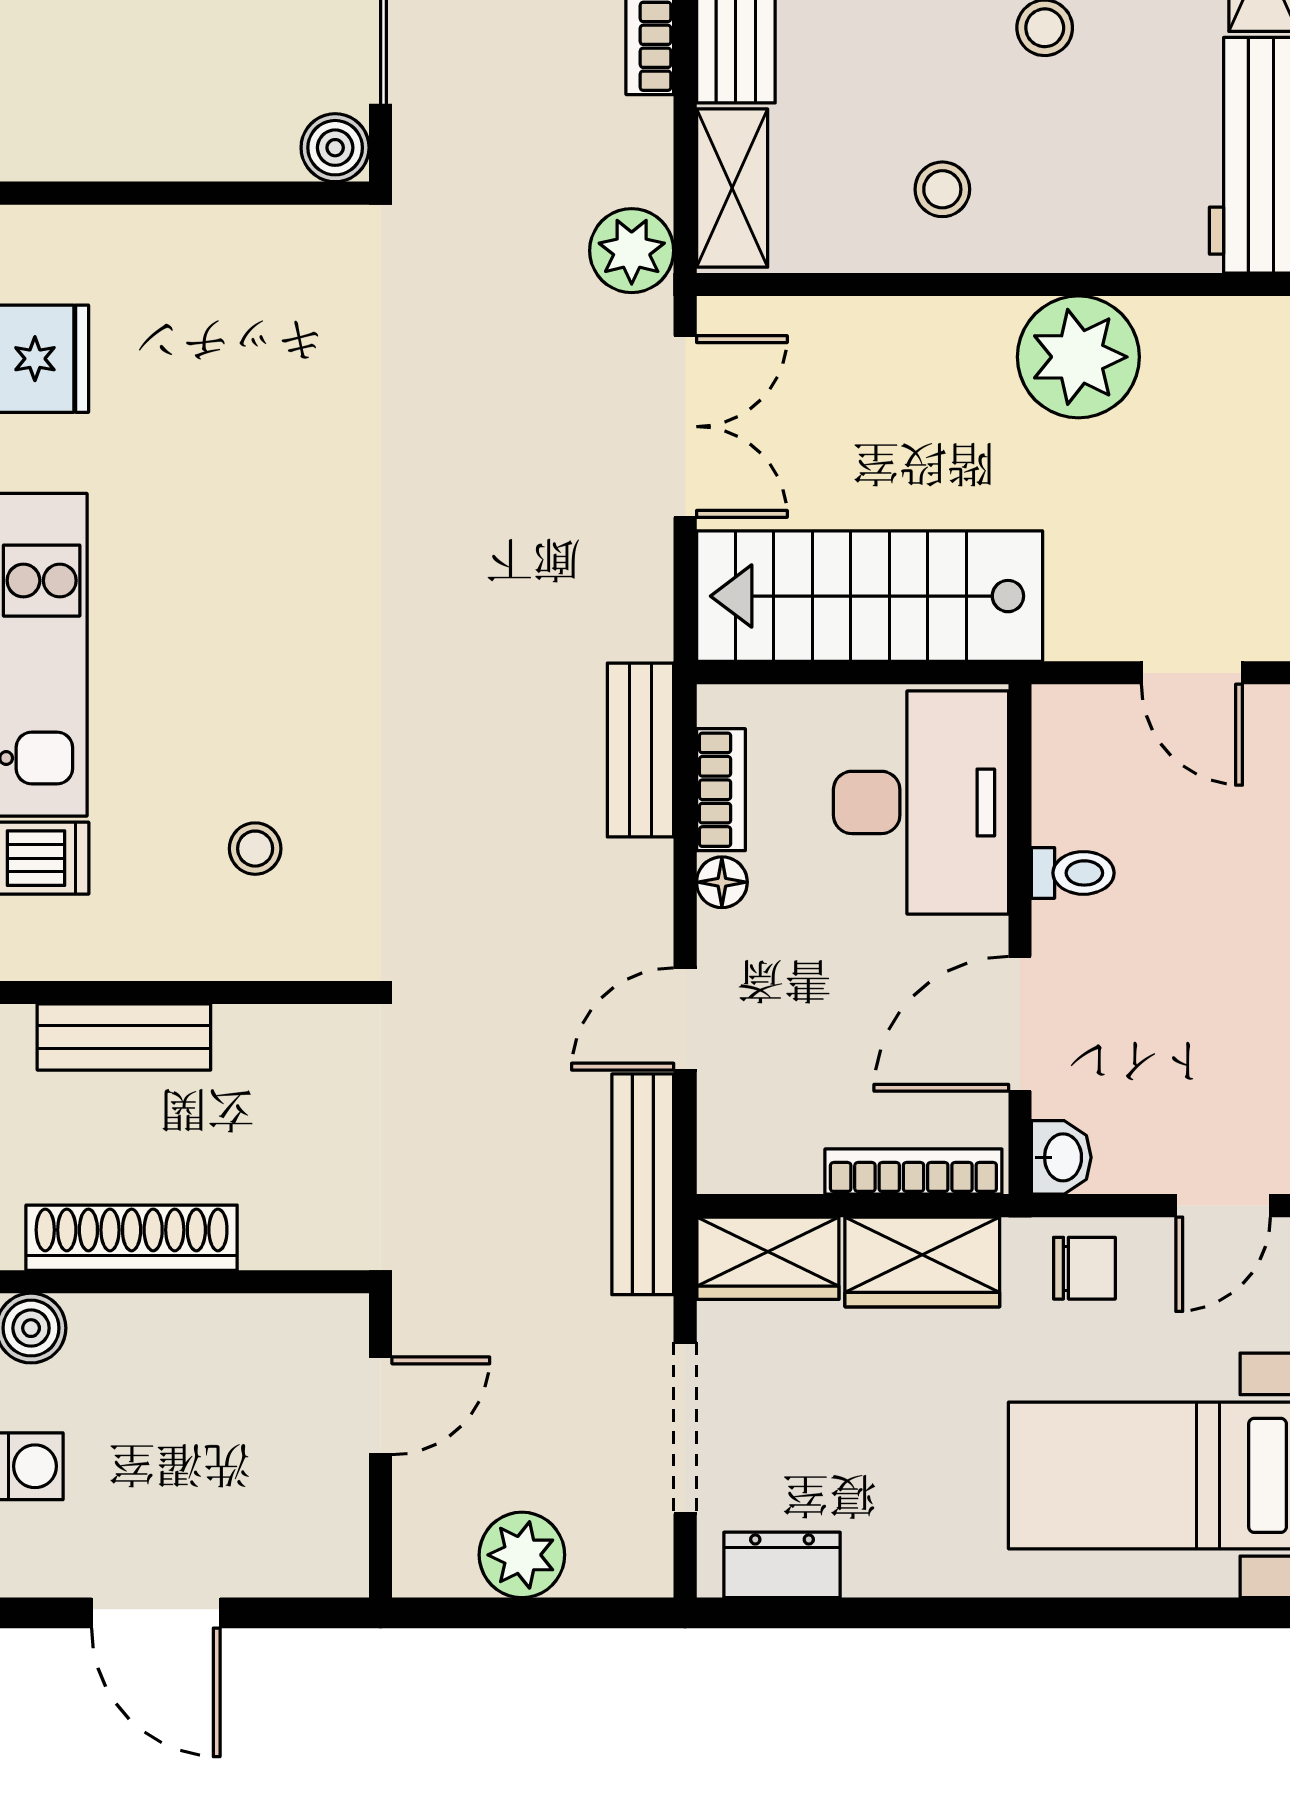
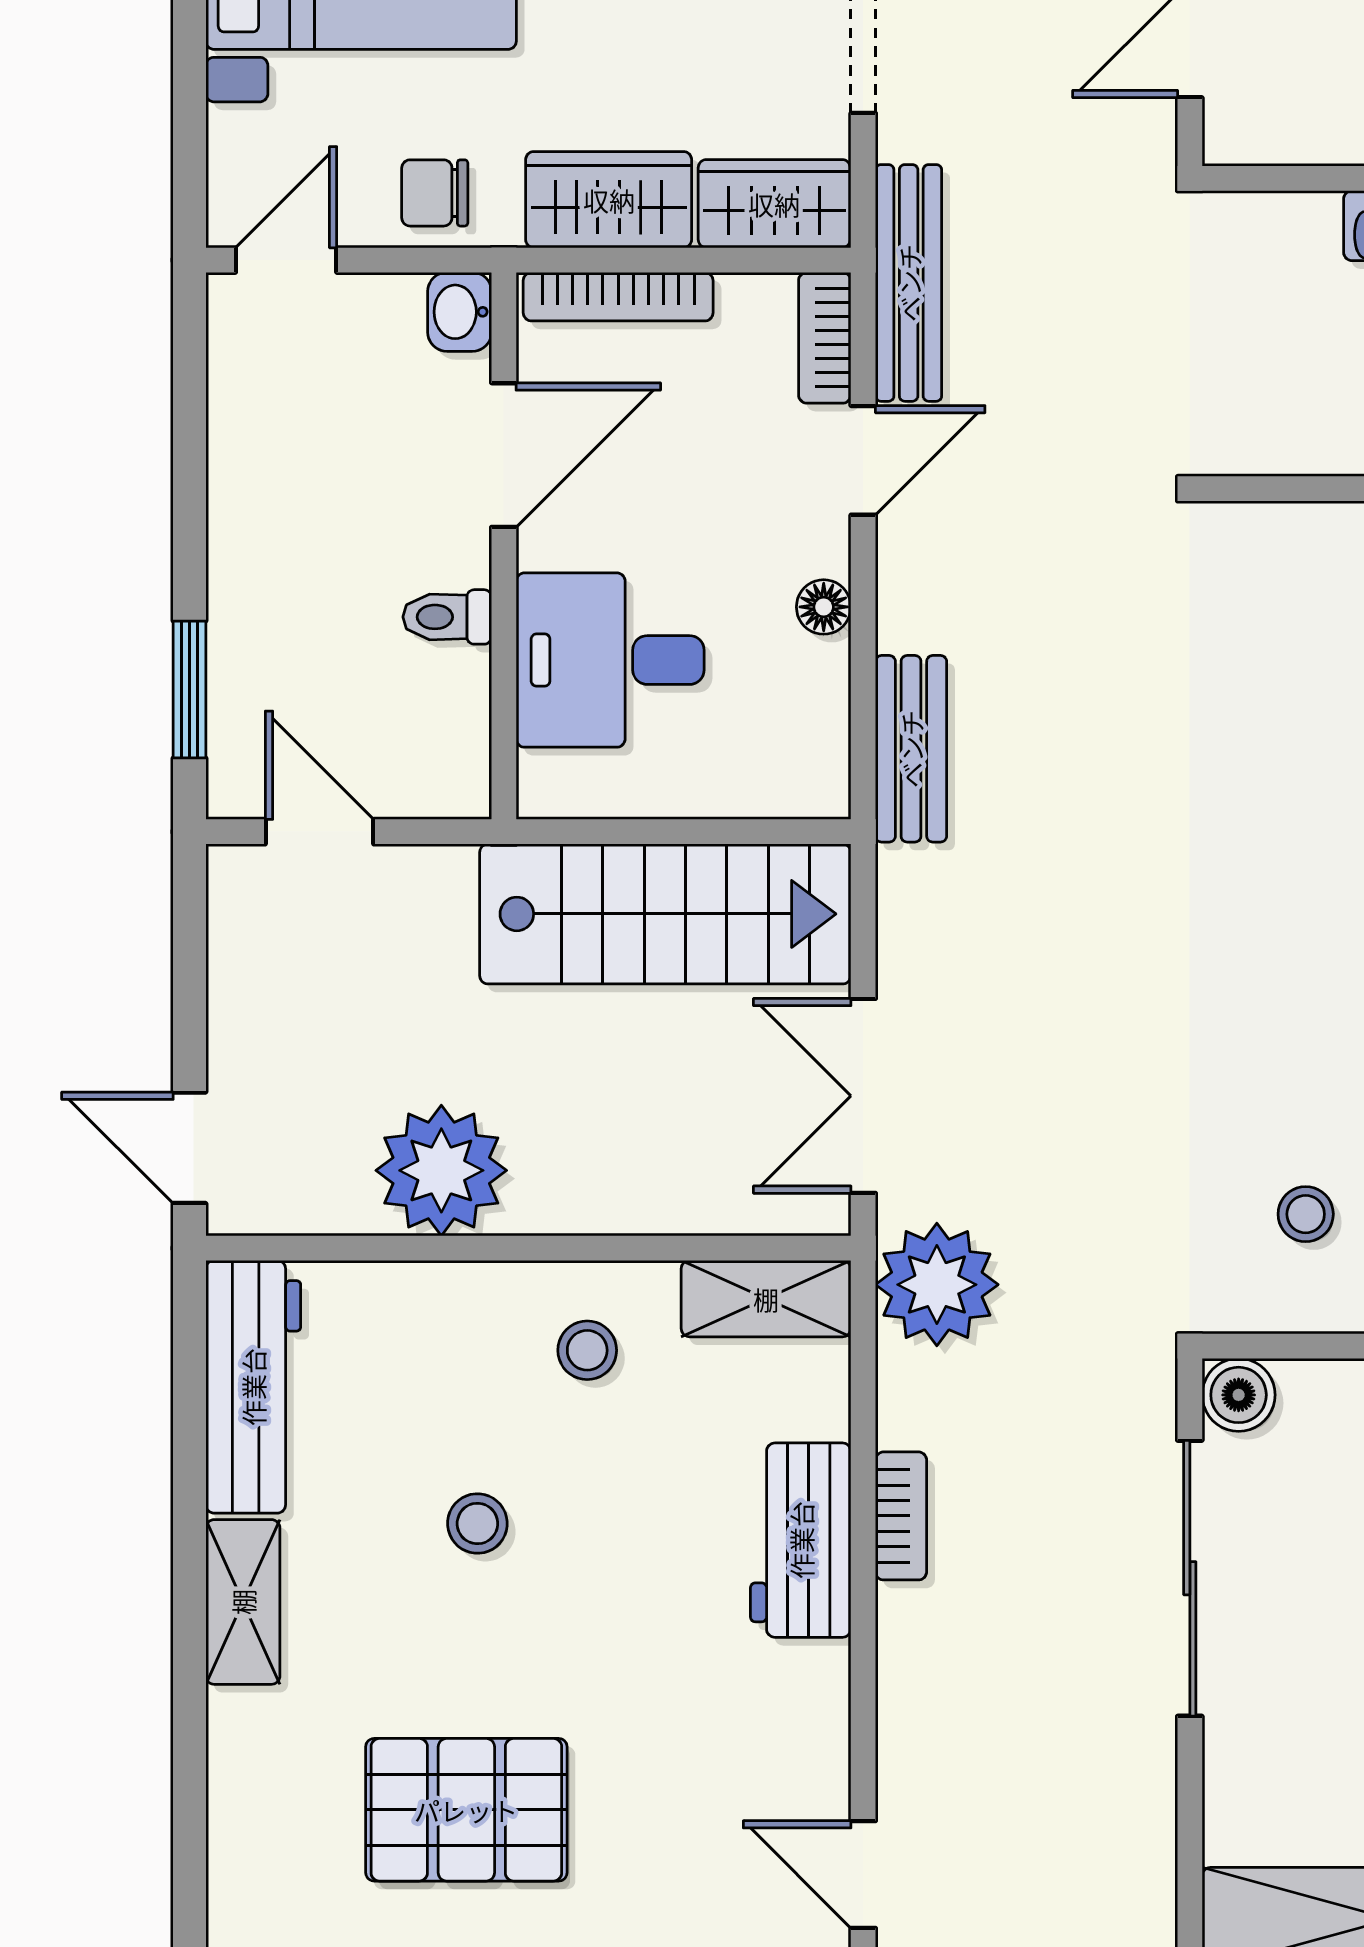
shelving: (732, 188) -> (766, 1299), moved, turned 90
plant: (632, 251) -> (937, 1285), width x1.36, depth x1.36
bookcase: (721, 790) -> (825, 338), moved
desk: (921, 802) -> (610, 660), width x0.73
stool: (255, 849) -> (1306, 1214), moved

